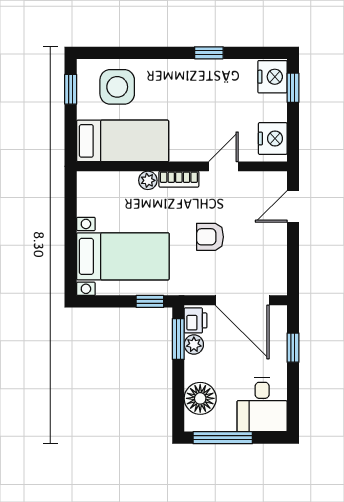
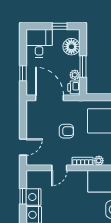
window: (293, 88) -> (23, 196), moved
nightstand: (273, 138) -> (34, 197), moved
window: (150, 301) -> (98, 97), removed
window: (178, 339) -> (83, 66), moved
window: (223, 438) -> (60, 26), width x0.46

